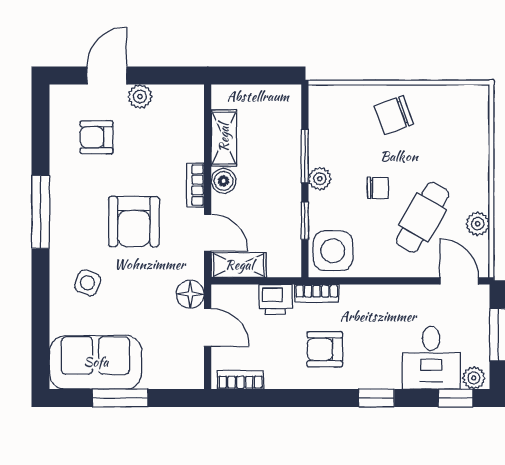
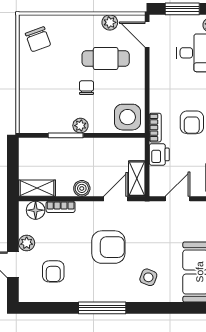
chair: (394, 115) -> (38, 39), moved
shelving: (224, 138) -> (37, 188), moved
bookcase: (195, 185) -> (61, 207), moved
cafe table: (422, 217) -> (106, 59), turned -30
window: (305, 221) -> (108, 135), removed
door: (459, 281) -> (147, 35), hinge flipped
floor lamp: (190, 294) -> (36, 210), moved

